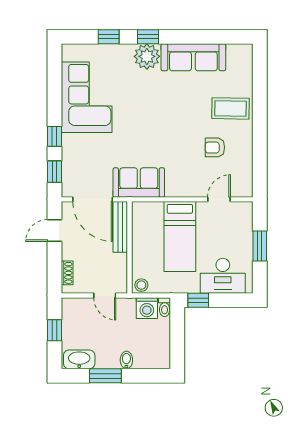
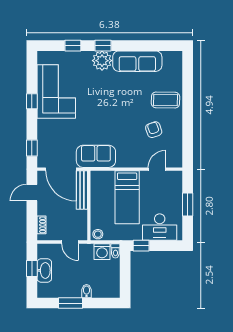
window: (54, 136) -> (32, 101), moved
armchair: (215, 147) -> (154, 130), turned 71
washbasin: (79, 359) -> (44, 270), moved, turned 90

